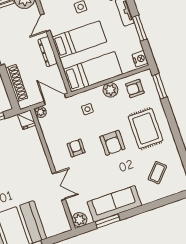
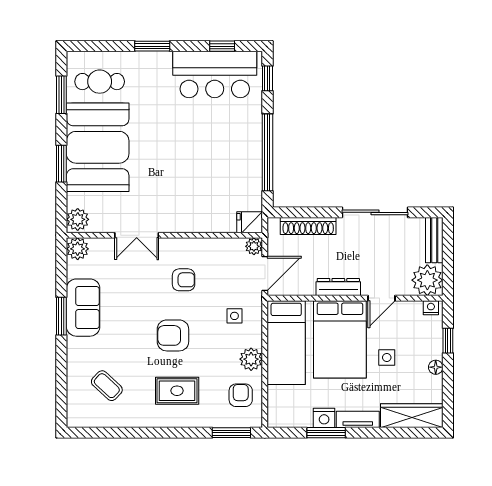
door: (45, 23) -> (382, 298), swing flipped
bed: (79, 39) -> (340, 339), width x1.50
nightstand: (140, 59) -> (324, 418), moved
rug: (146, 129) -> (177, 391), width x0.73, depth x0.70
sofa: (114, 204) -> (83, 308), width x0.73
window: (108, 221) -> (61, 316), moved
plant: (62, 226) -> (78, 219), added

